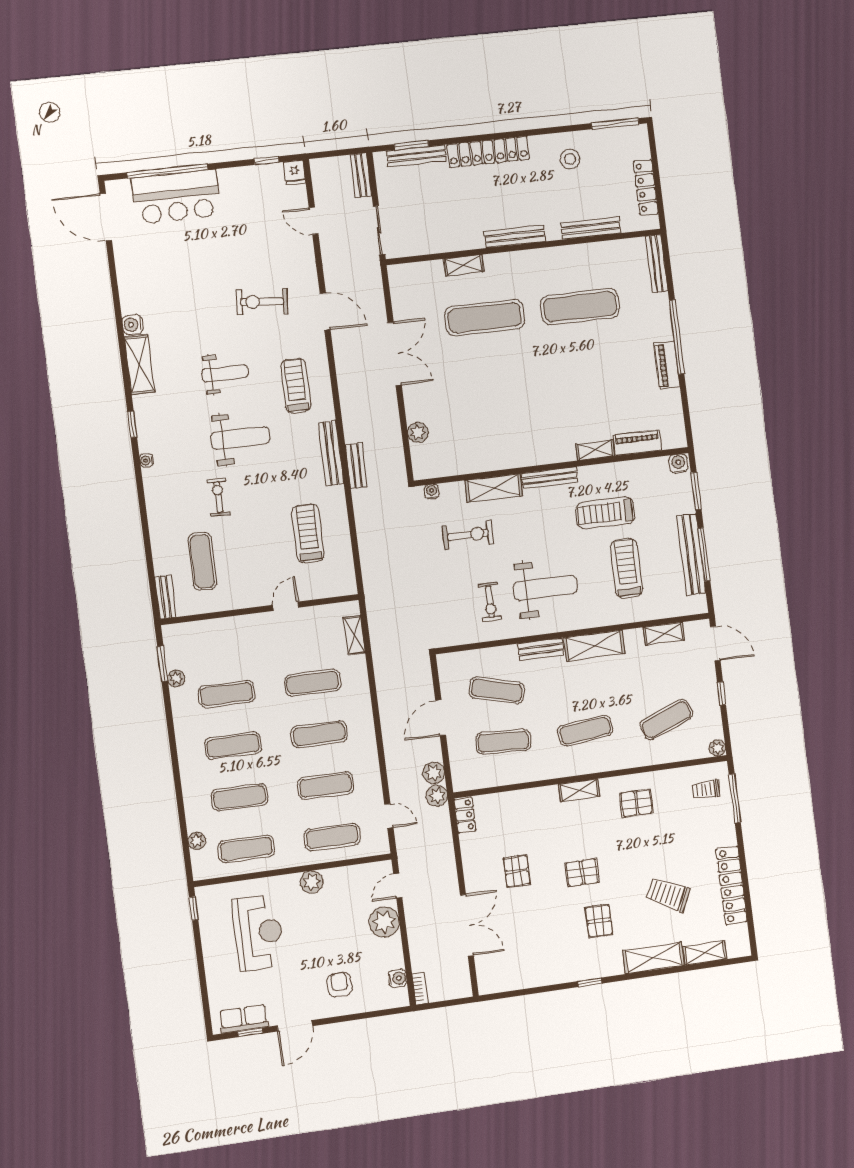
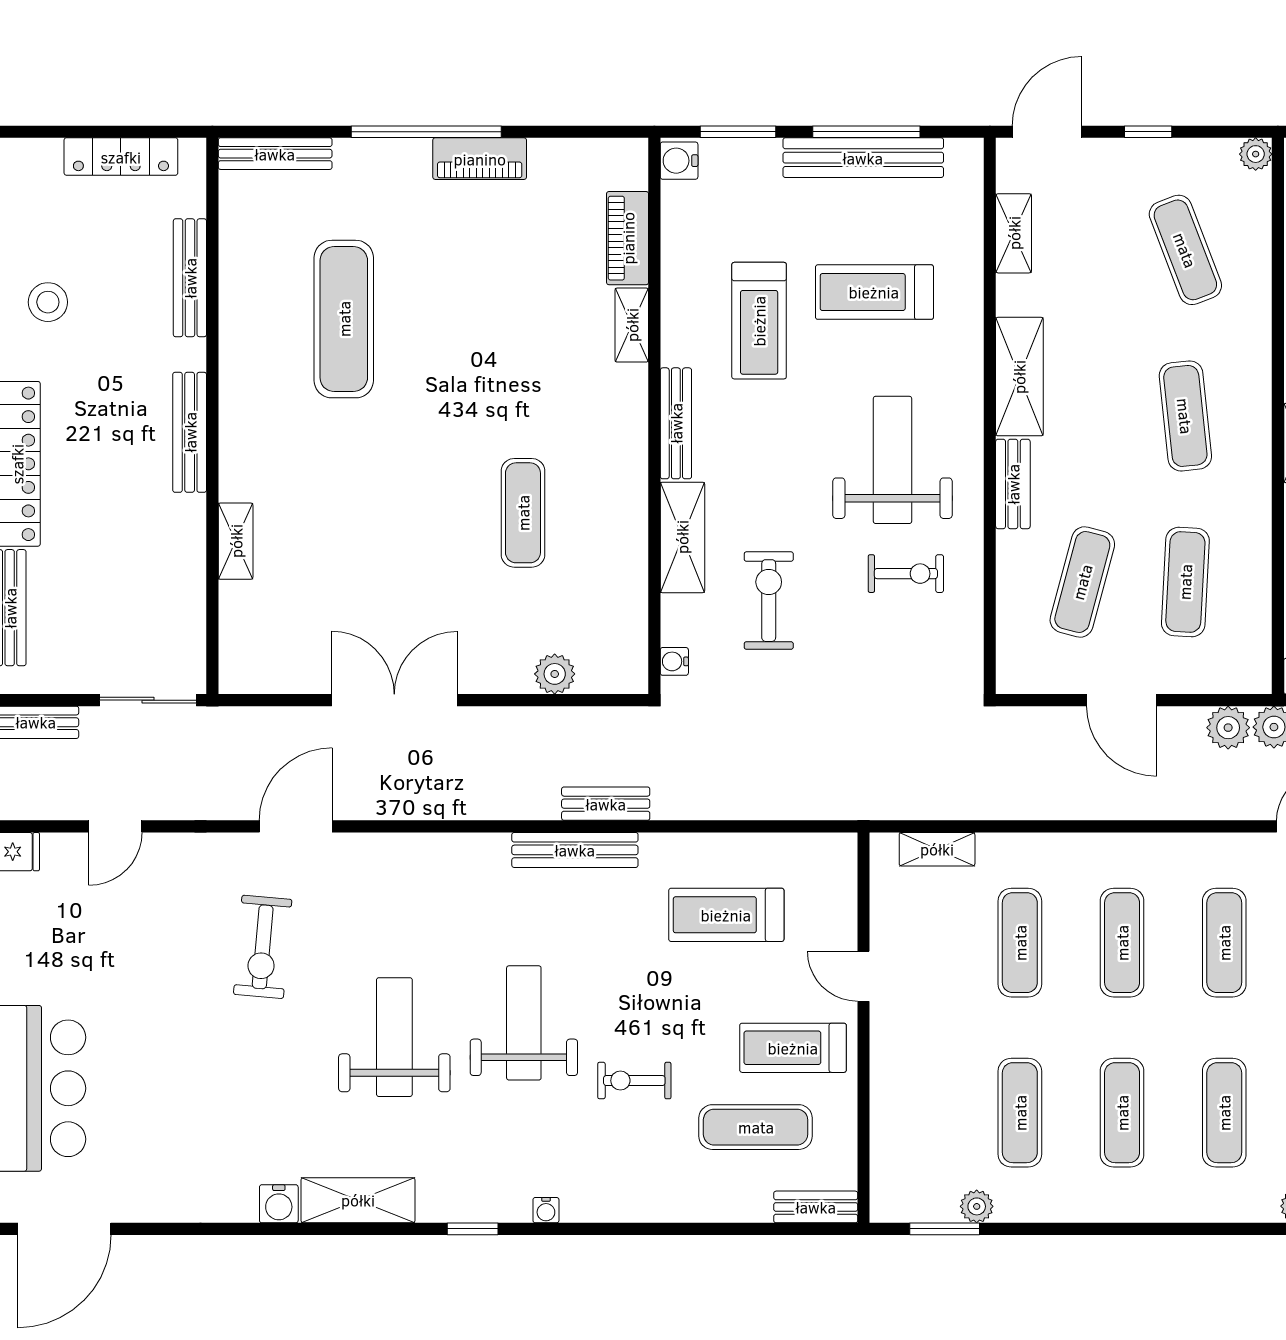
exercise mat: (485, 318) -> (523, 513), moved, width x0.73, depth x0.69
weight bench: (225, 373) -> (394, 1037), width x1.36, depth x1.33
treadmill: (296, 386) -> (793, 1048), moved

